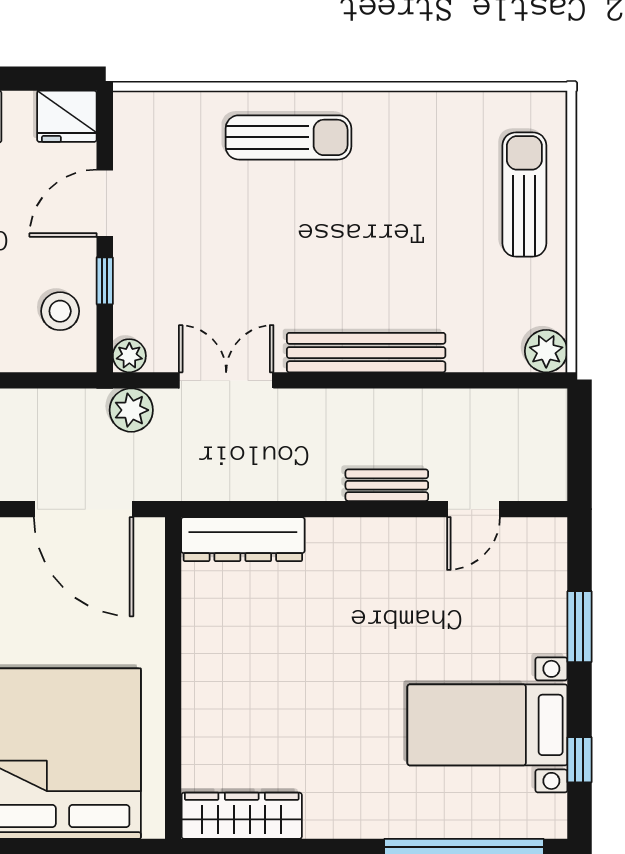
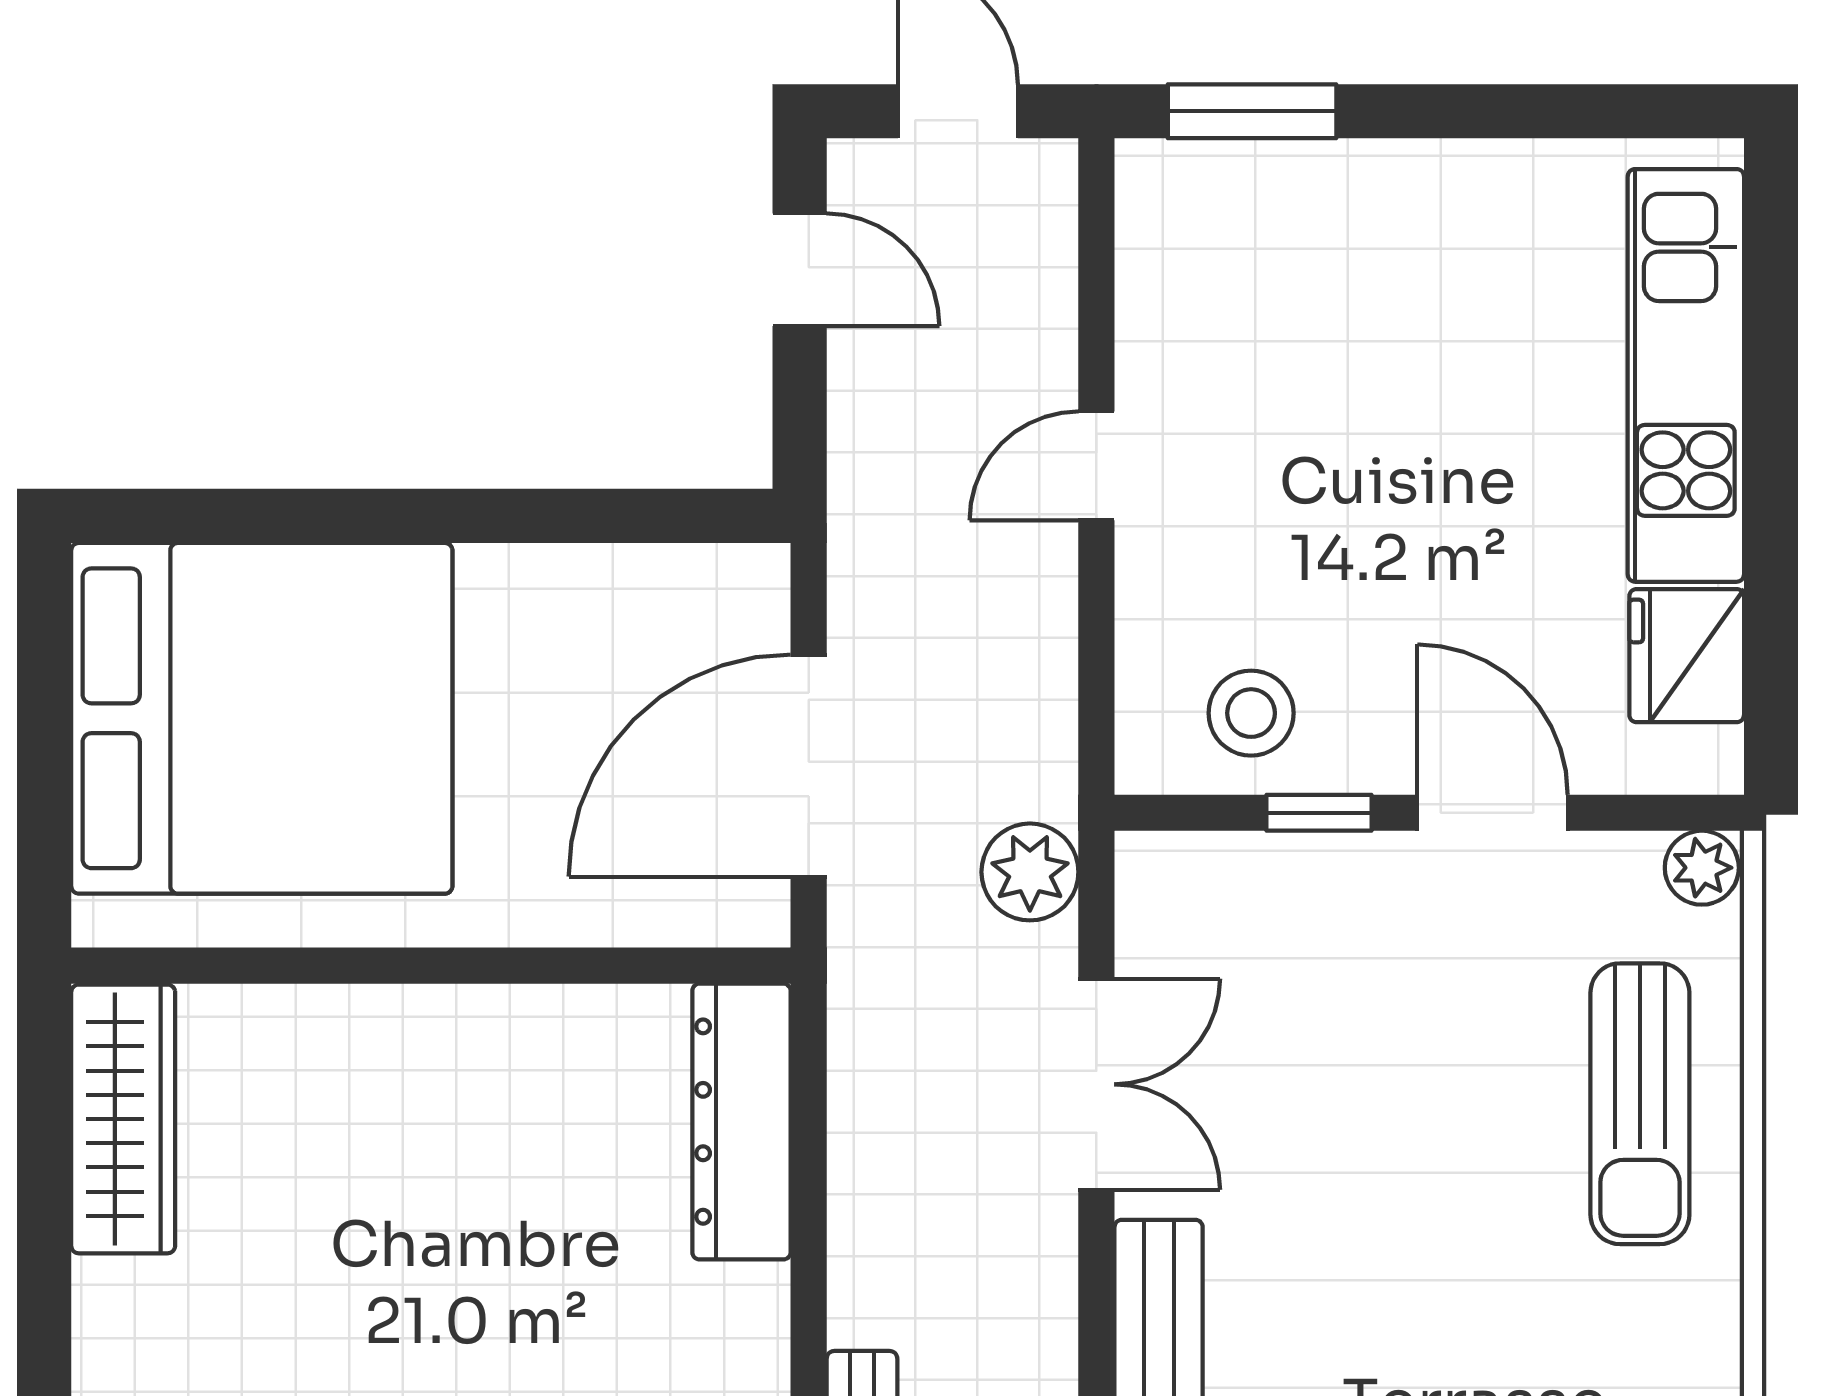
fridge: (67, 116) -> (1687, 656), moved
sun lounger: (288, 137) -> (1640, 1104), moved
plant: (129, 356) -> (1702, 868), moved

